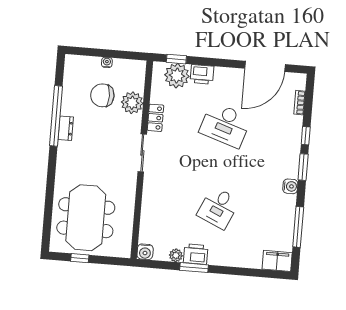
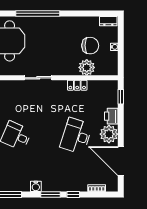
plant: (177, 76) -> (109, 134), moved
chair: (102, 95) -> (90, 46), turned 90
window: (56, 116) -> (38, 13), moved
dresser: (66, 128) -> (108, 21), moved
sliding door: (142, 153) -> (38, 78), moved

